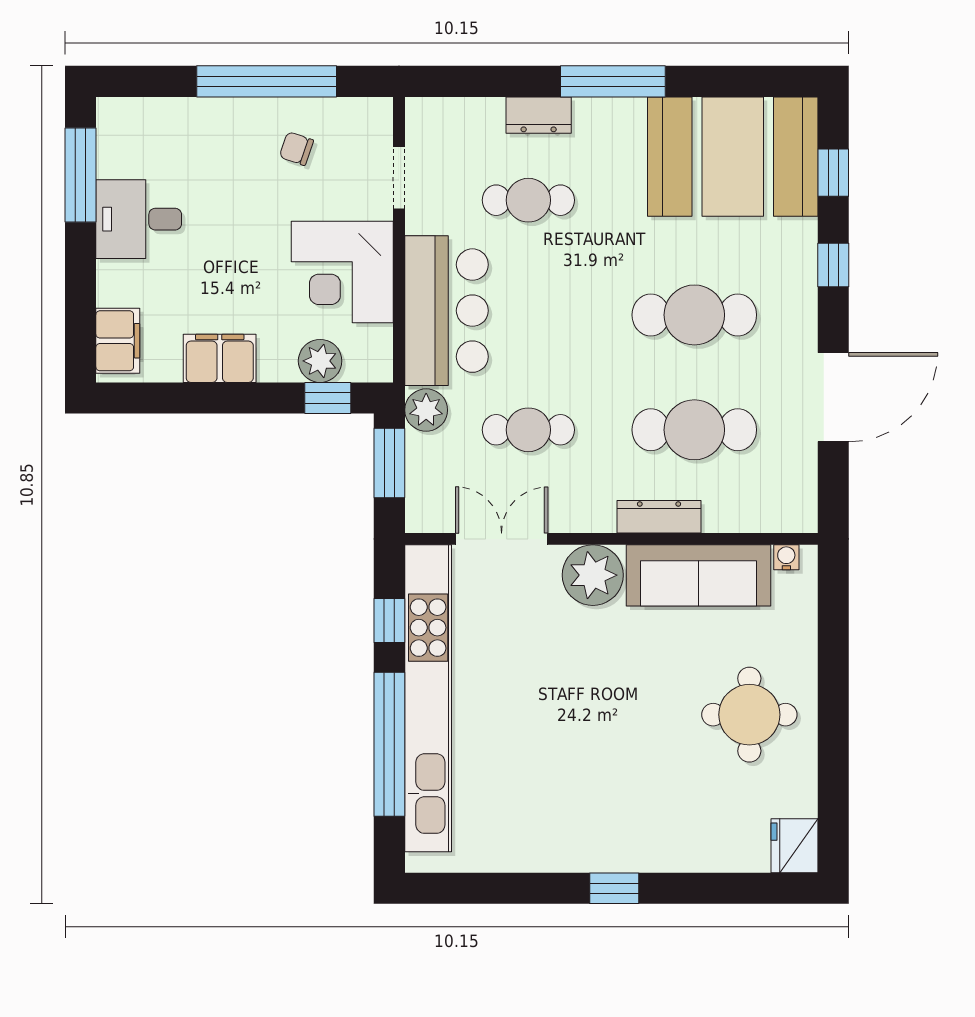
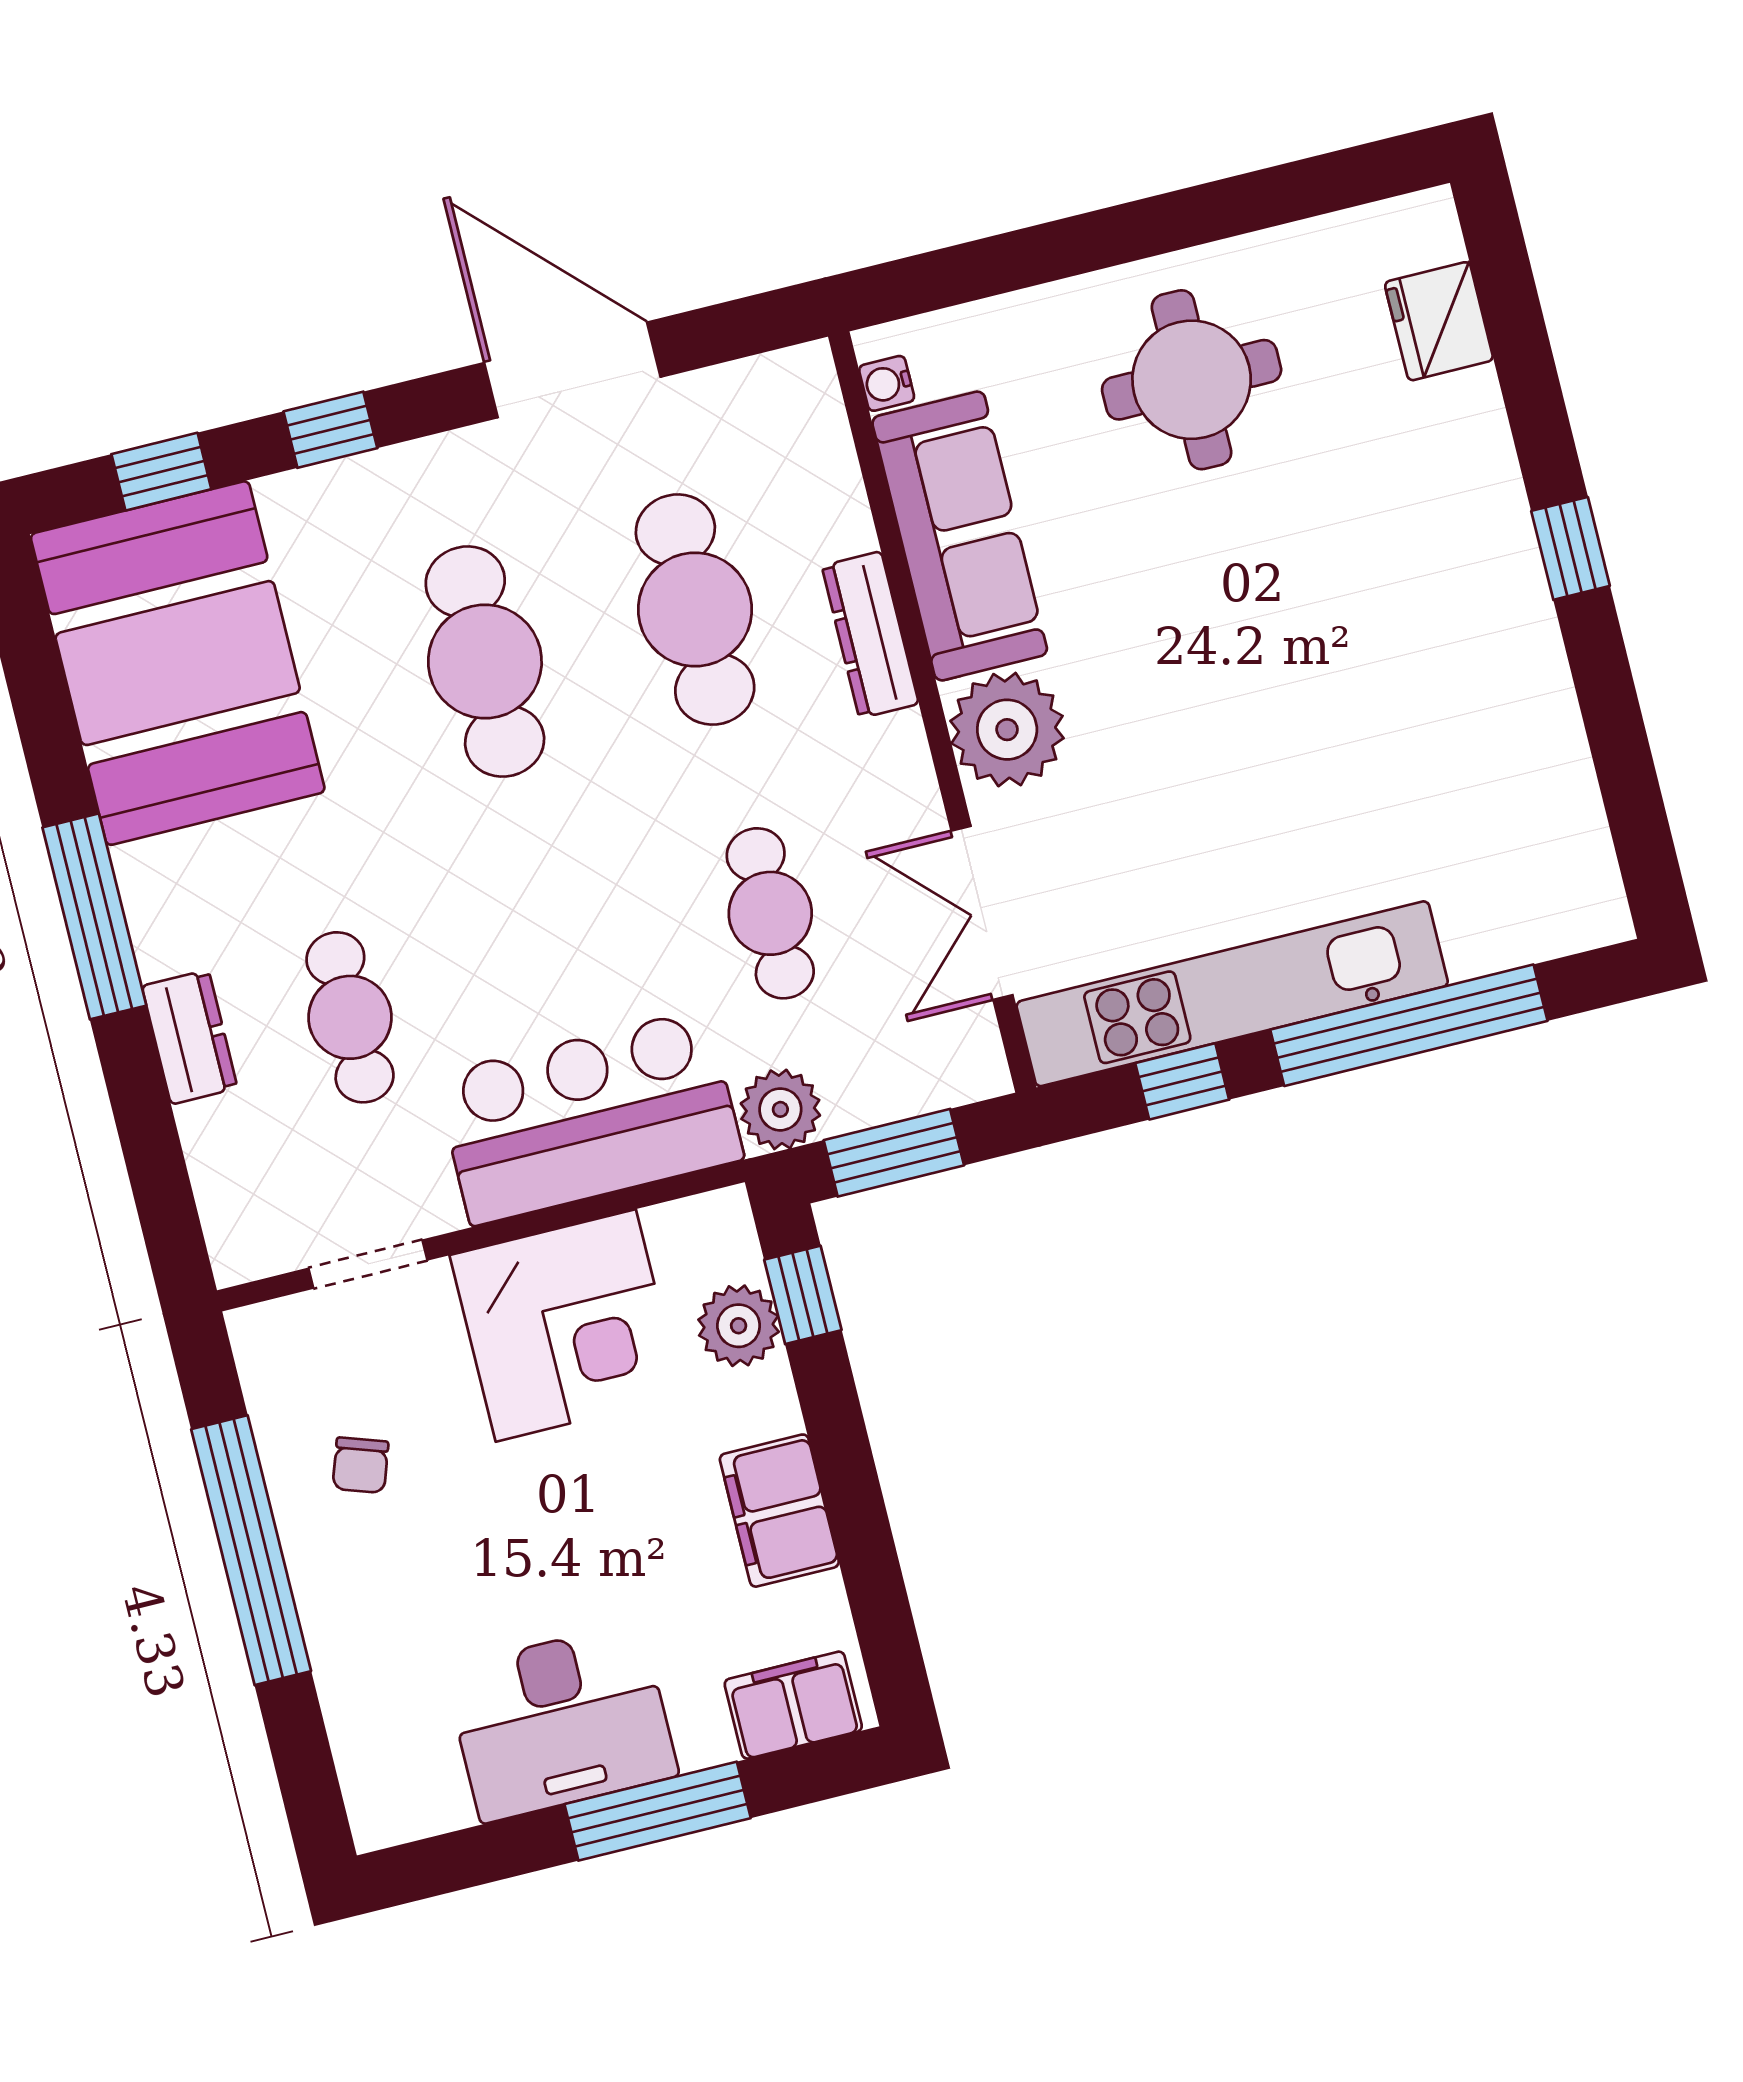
window: (81, 175) -> (658, 1811), moved
desk: (139, 219) -> (561, 1722), width x1.37
kitchen unit: (428, 698) -> (1232, 994), width x0.73
fridge: (795, 846) -> (1439, 321), moved, turned 90

